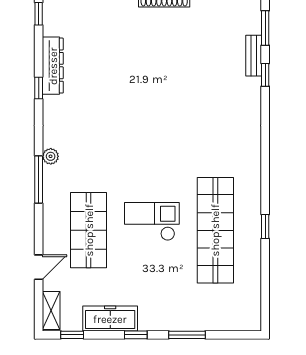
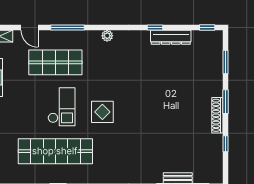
display table: (159, 163) -> (102, 112), added
window: (39, 180) -> (68, 27), moved

